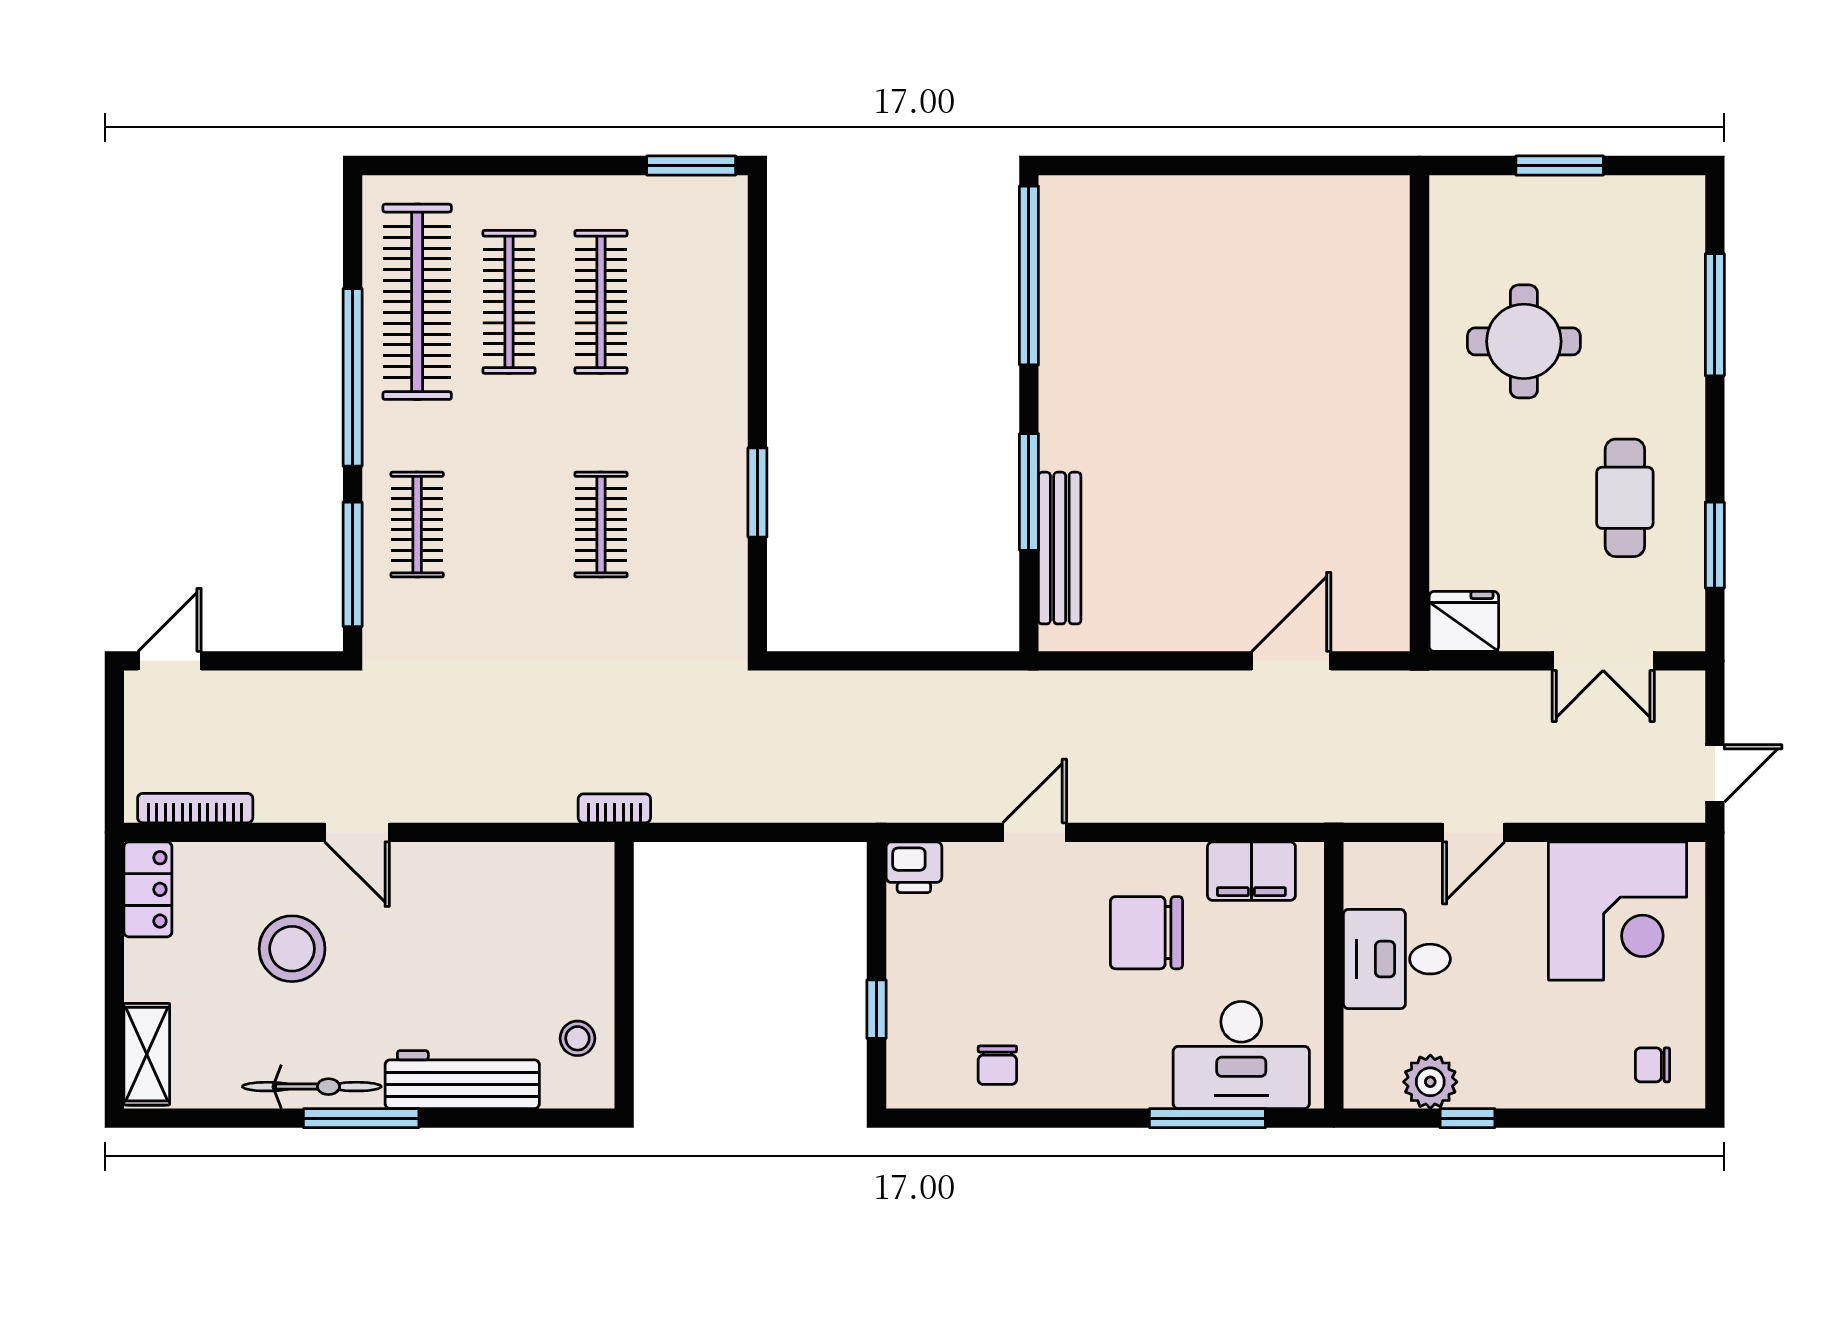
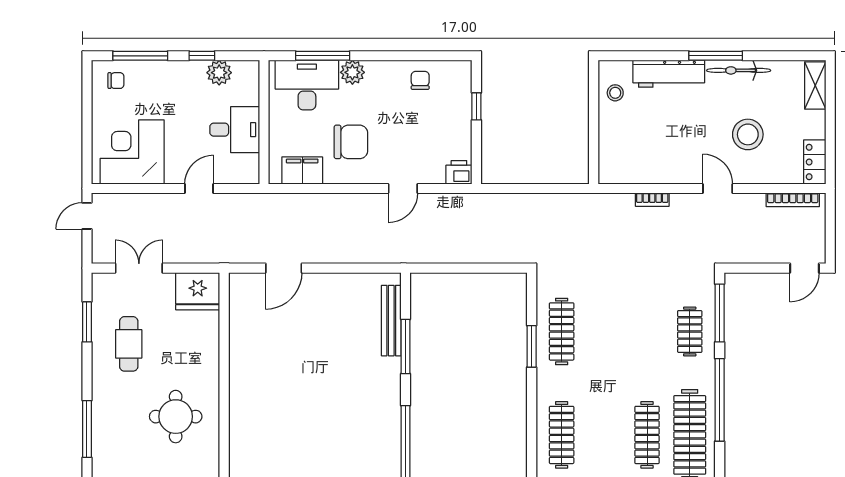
clothes rail: (601, 302) -> (562, 435), moved
clothes rail: (601, 525) -> (562, 331), moved, width x1.36
fridge: (1464, 621) -> (198, 291), width x1.36, depth x1.34
bookcase: (614, 808) -> (652, 200), moved
plant: (1143, 1083) -> (352, 72), added
window: (1600, 1118) -> (140, 56), added

